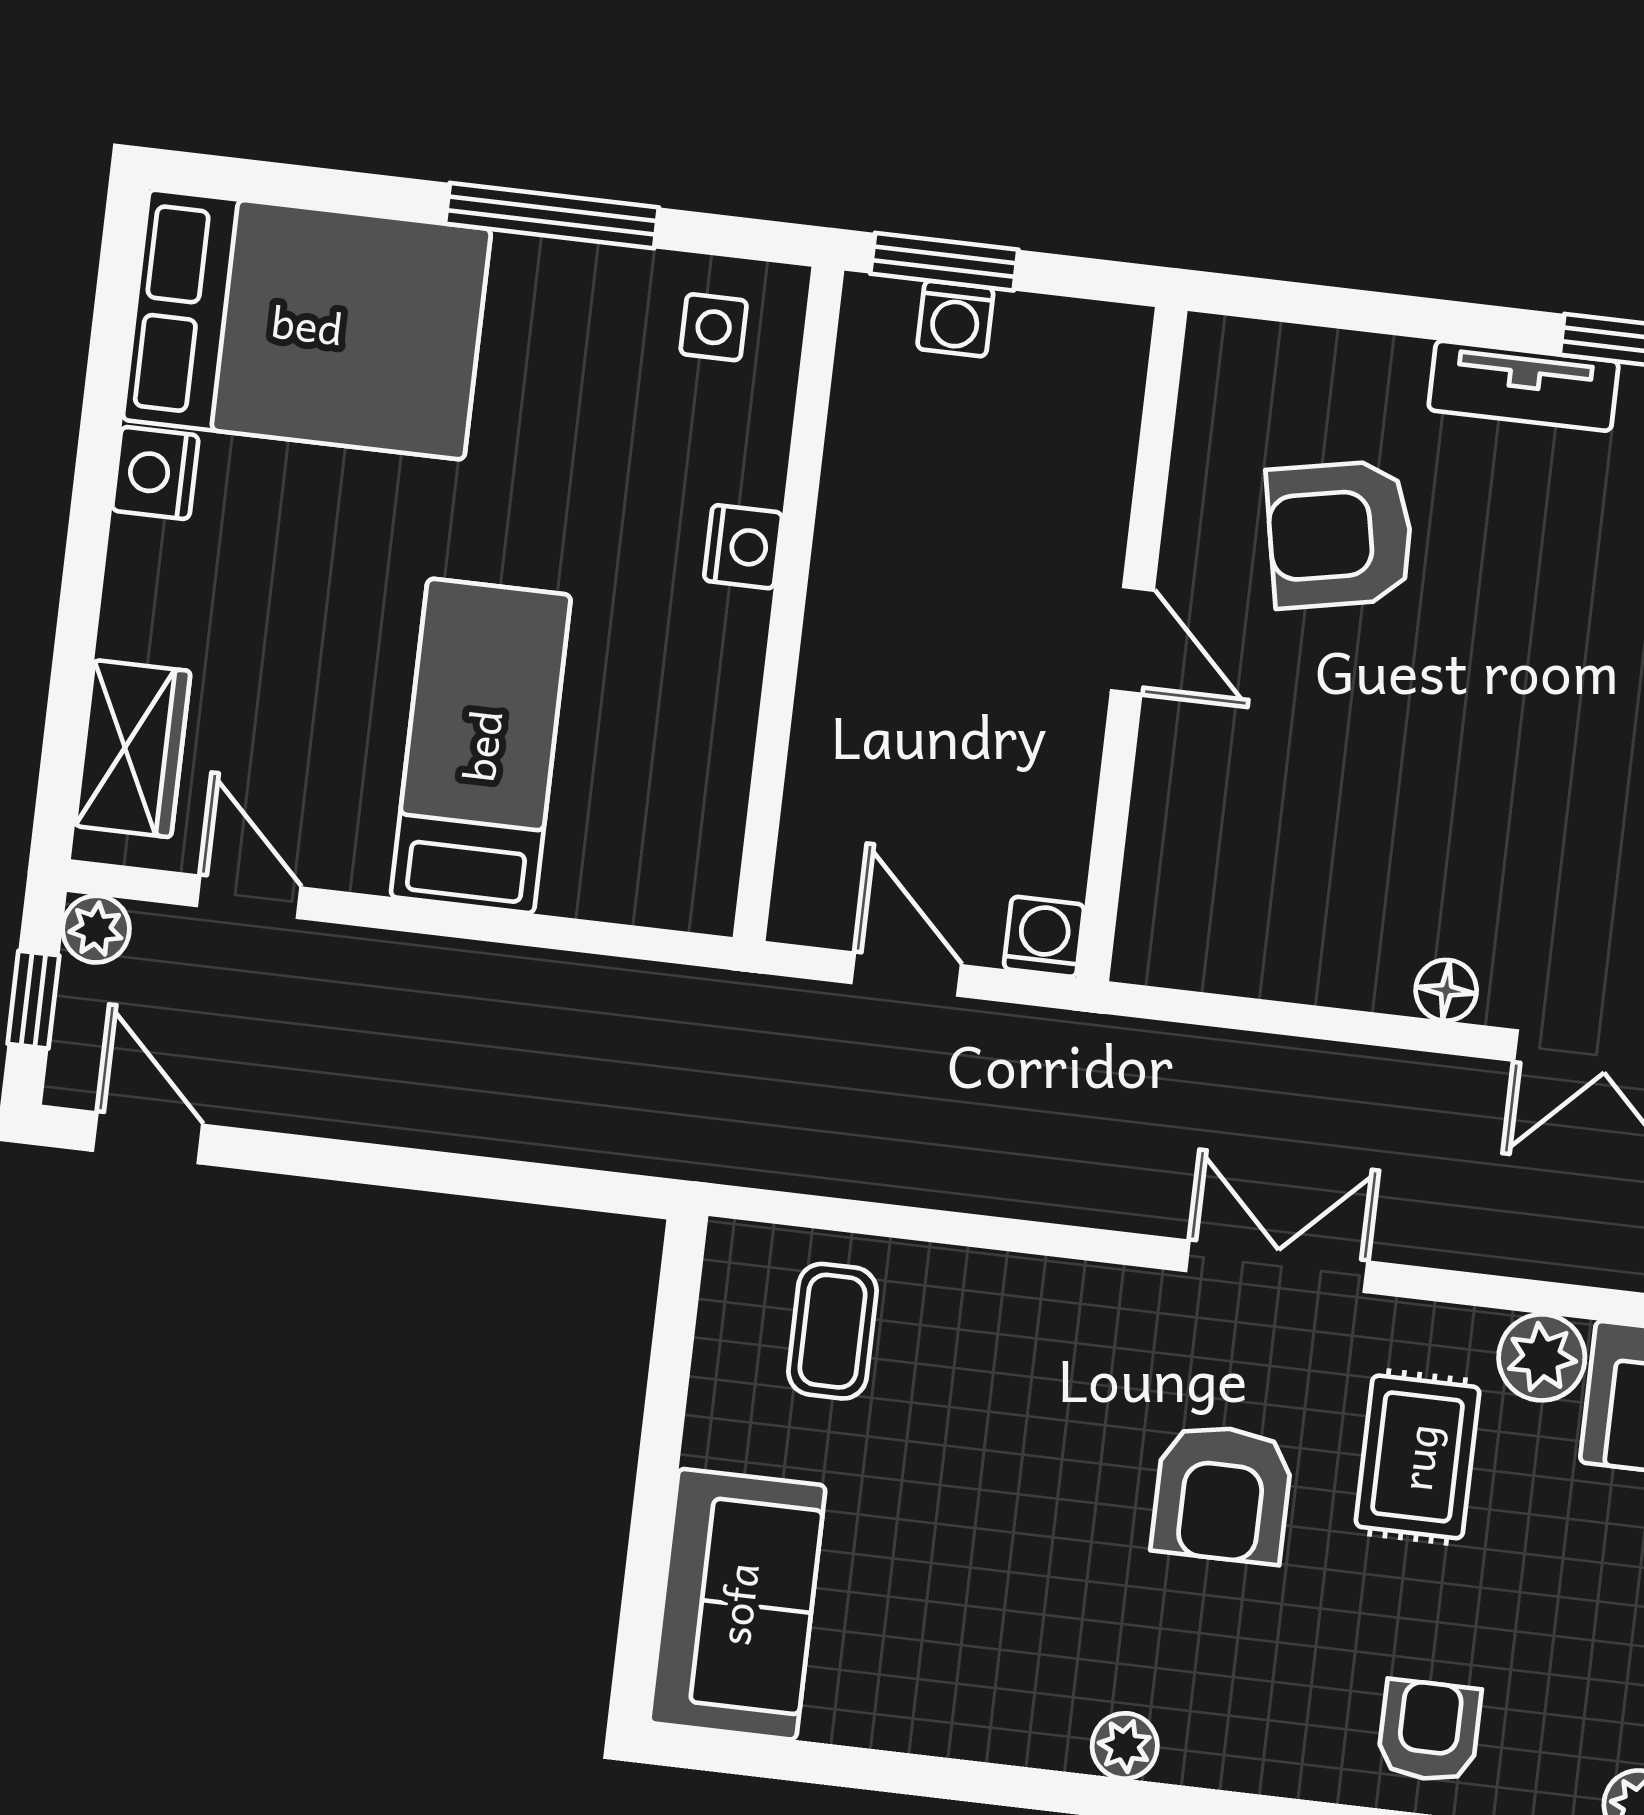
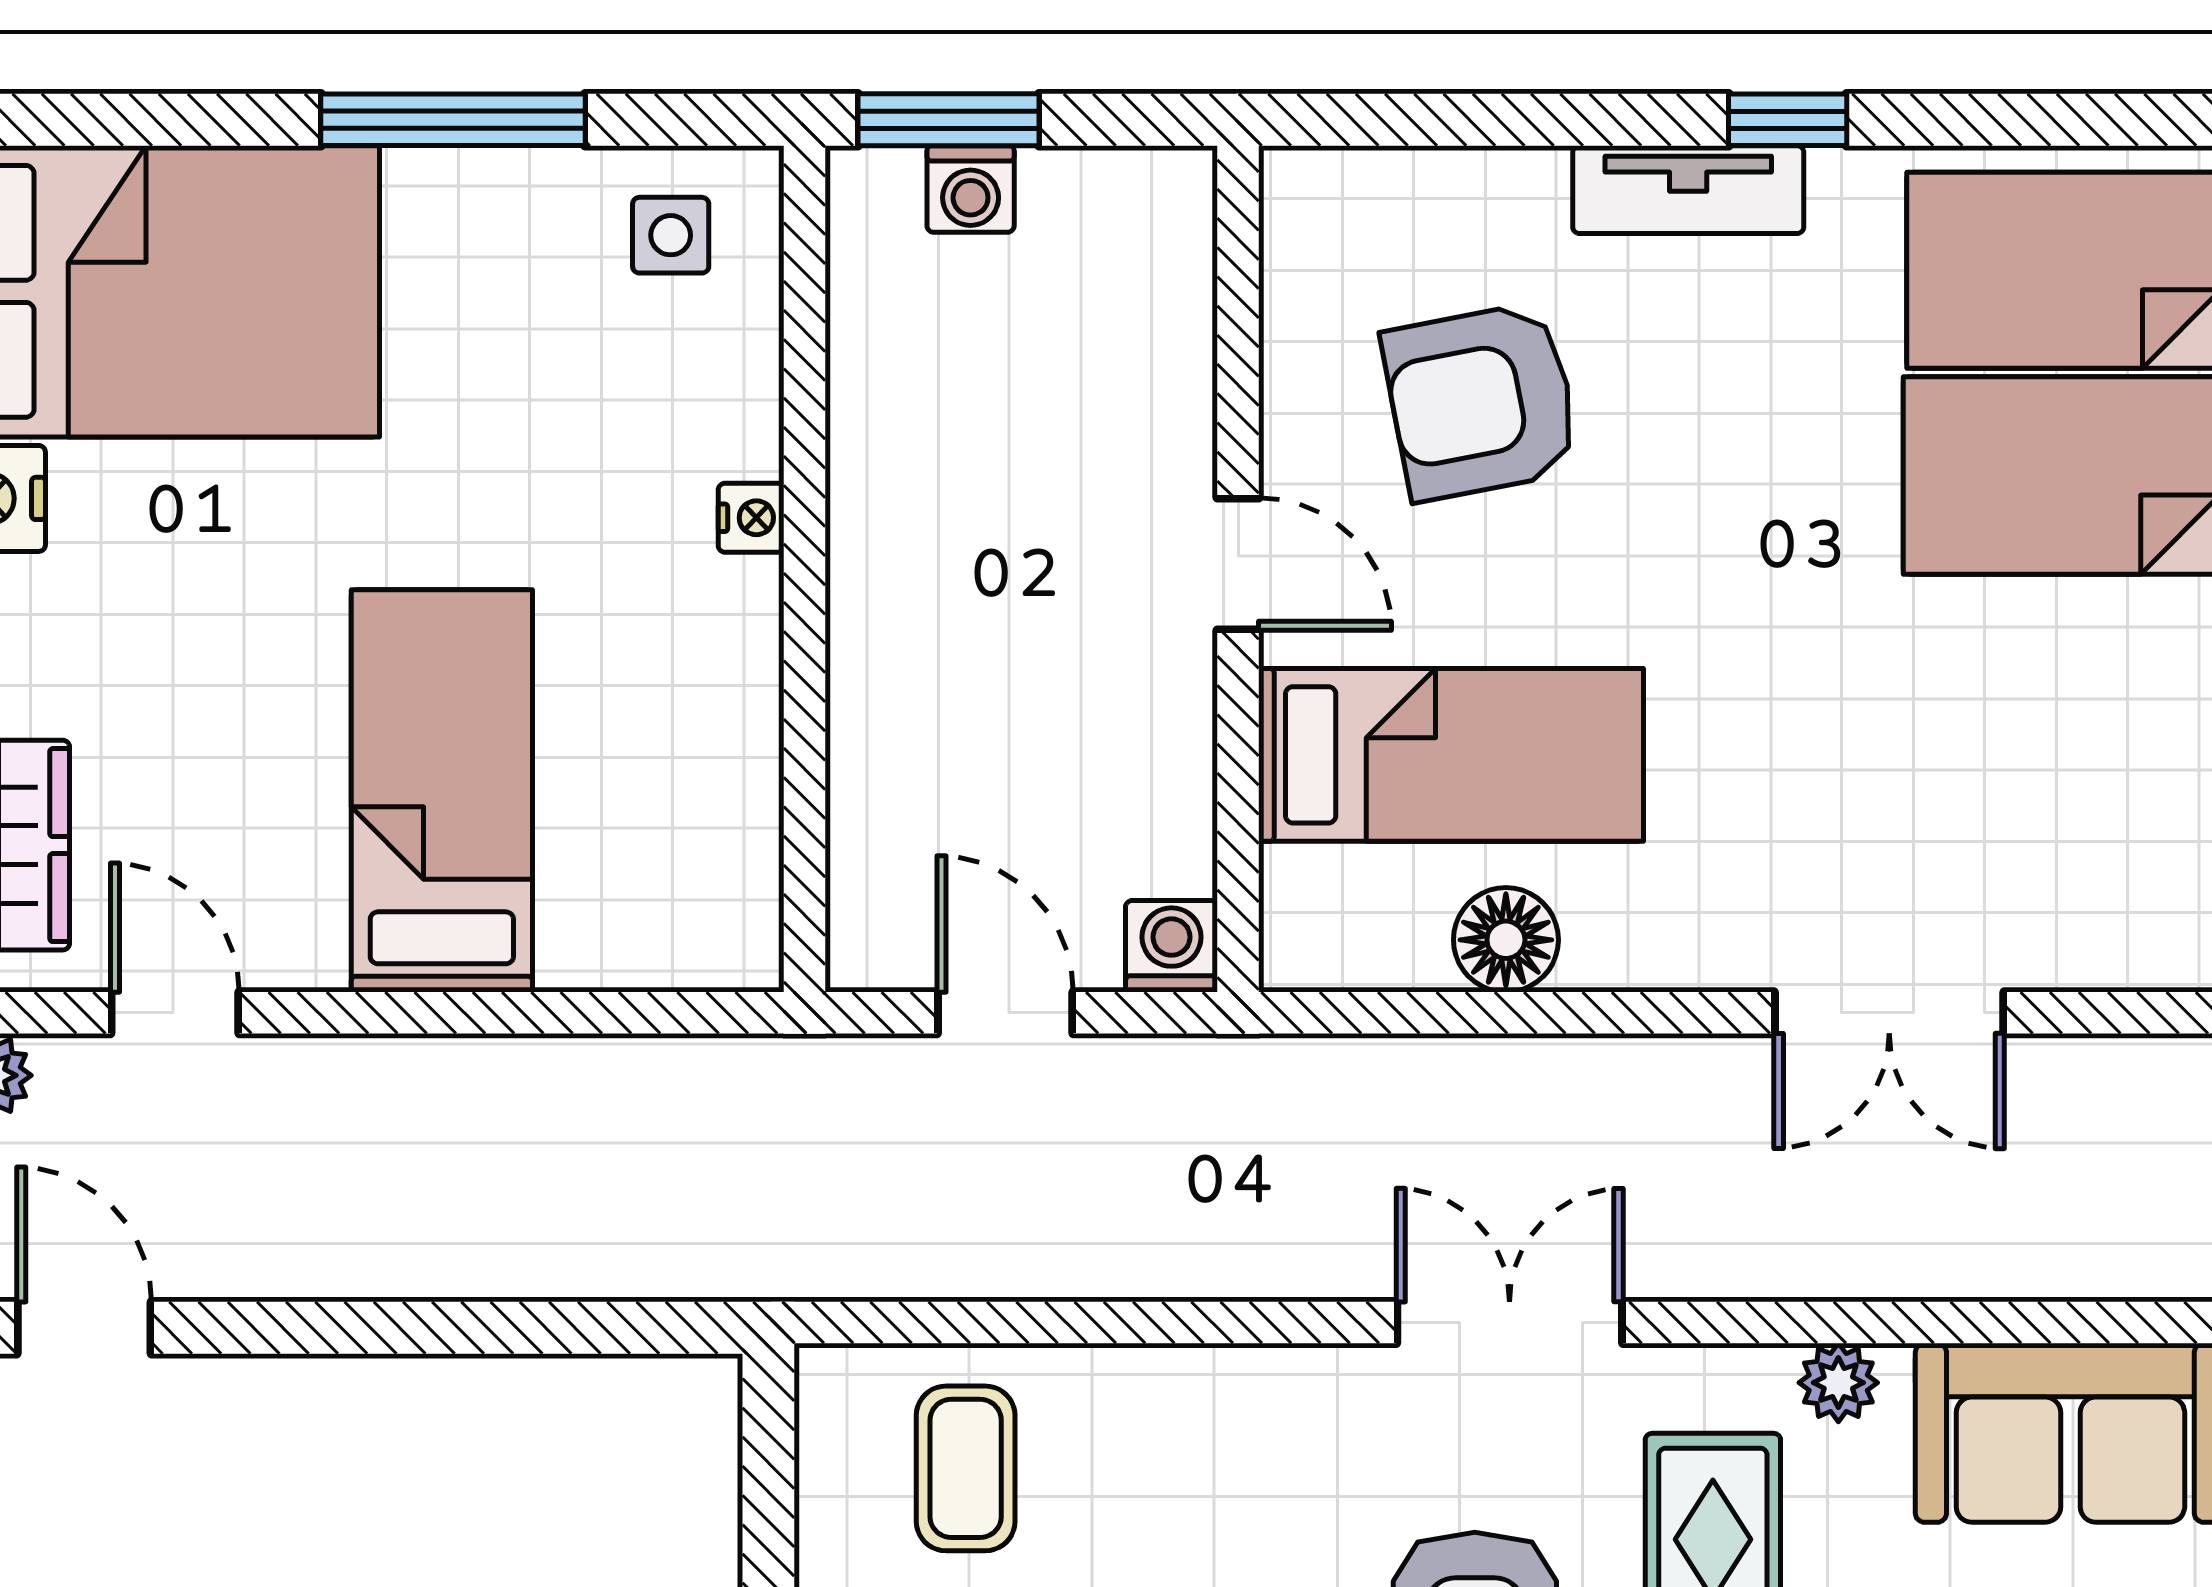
nightstand: (743, 547) -> (751, 518), width x0.72, depth x0.74
bed: (1283, 811) -> (1451, 755), added
floor lamp: (1446, 990) -> (1506, 940), moved, width x1.37, depth x1.37
plant: (1542, 1357) -> (1838, 1383), width x0.73, depth x0.73

